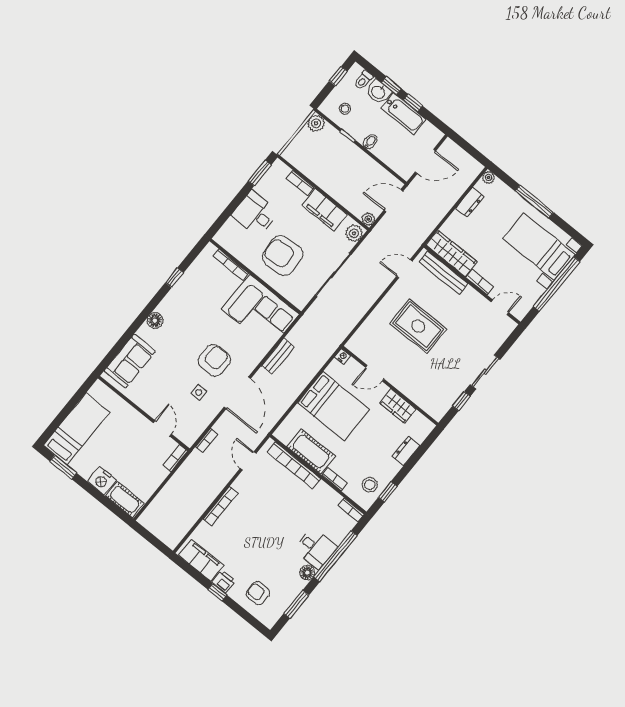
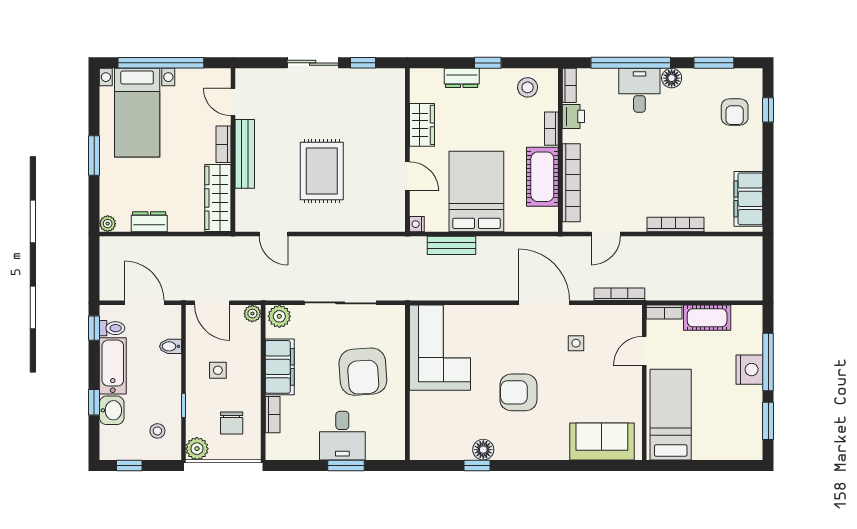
toilet: (363, 80) -> (112, 328), moved
window: (413, 103) -> (94, 328), moved
bidet: (370, 142) -> (171, 346), moved
chair: (315, 155) -> (232, 423), added
side table: (352, 172) -> (218, 370), added
window: (260, 173) -> (346, 465), moved
window: (534, 202) -> (94, 155), width x0.69
bookcase: (231, 265) -> (416, 418), removed
bench: (443, 273) -> (245, 154), moved
floor lamp: (155, 320) -> (483, 450), moved
bench: (278, 356) -> (452, 245), moved
armchair: (214, 360) -> (518, 392), moved
door: (237, 393) -> (544, 303), hinge flipped
bed: (77, 429) -> (671, 415), moved, turned 90
bookcase: (207, 441) -> (619, 294), width x1.56
window: (388, 492) -> (488, 63), moved
window: (97, 495) -> (768, 362), added
cot: (125, 500) -> (707, 318), moved, turned 90
printer: (224, 582) -> (573, 116), moved, turned 180
window: (217, 592) -> (768, 110), moved

